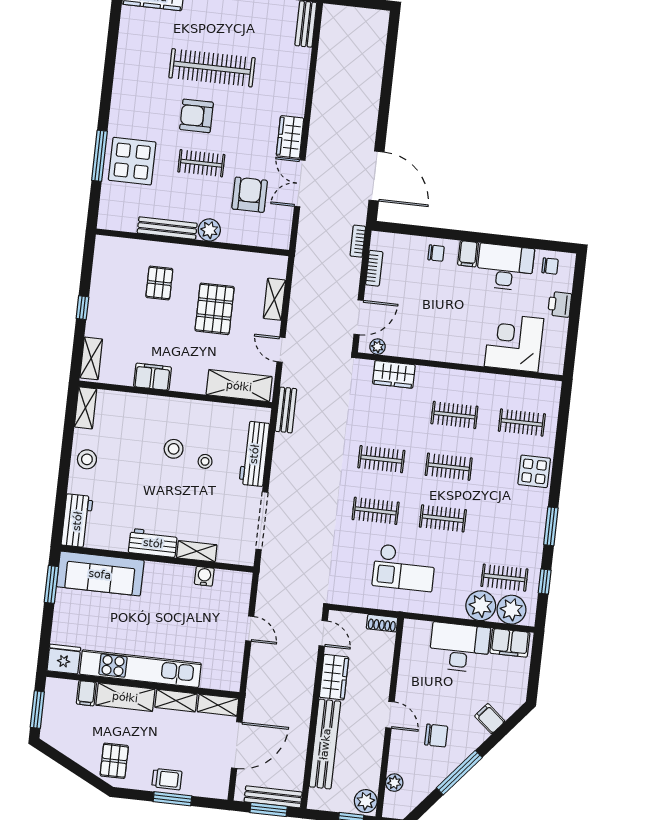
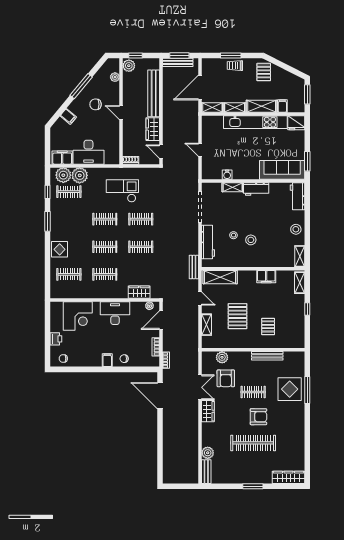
plant: (299, 59) -> (208, 453), added
plant: (209, 230) -> (222, 357), moved
desk: (505, 267) -> (115, 313), moved, turned 180

